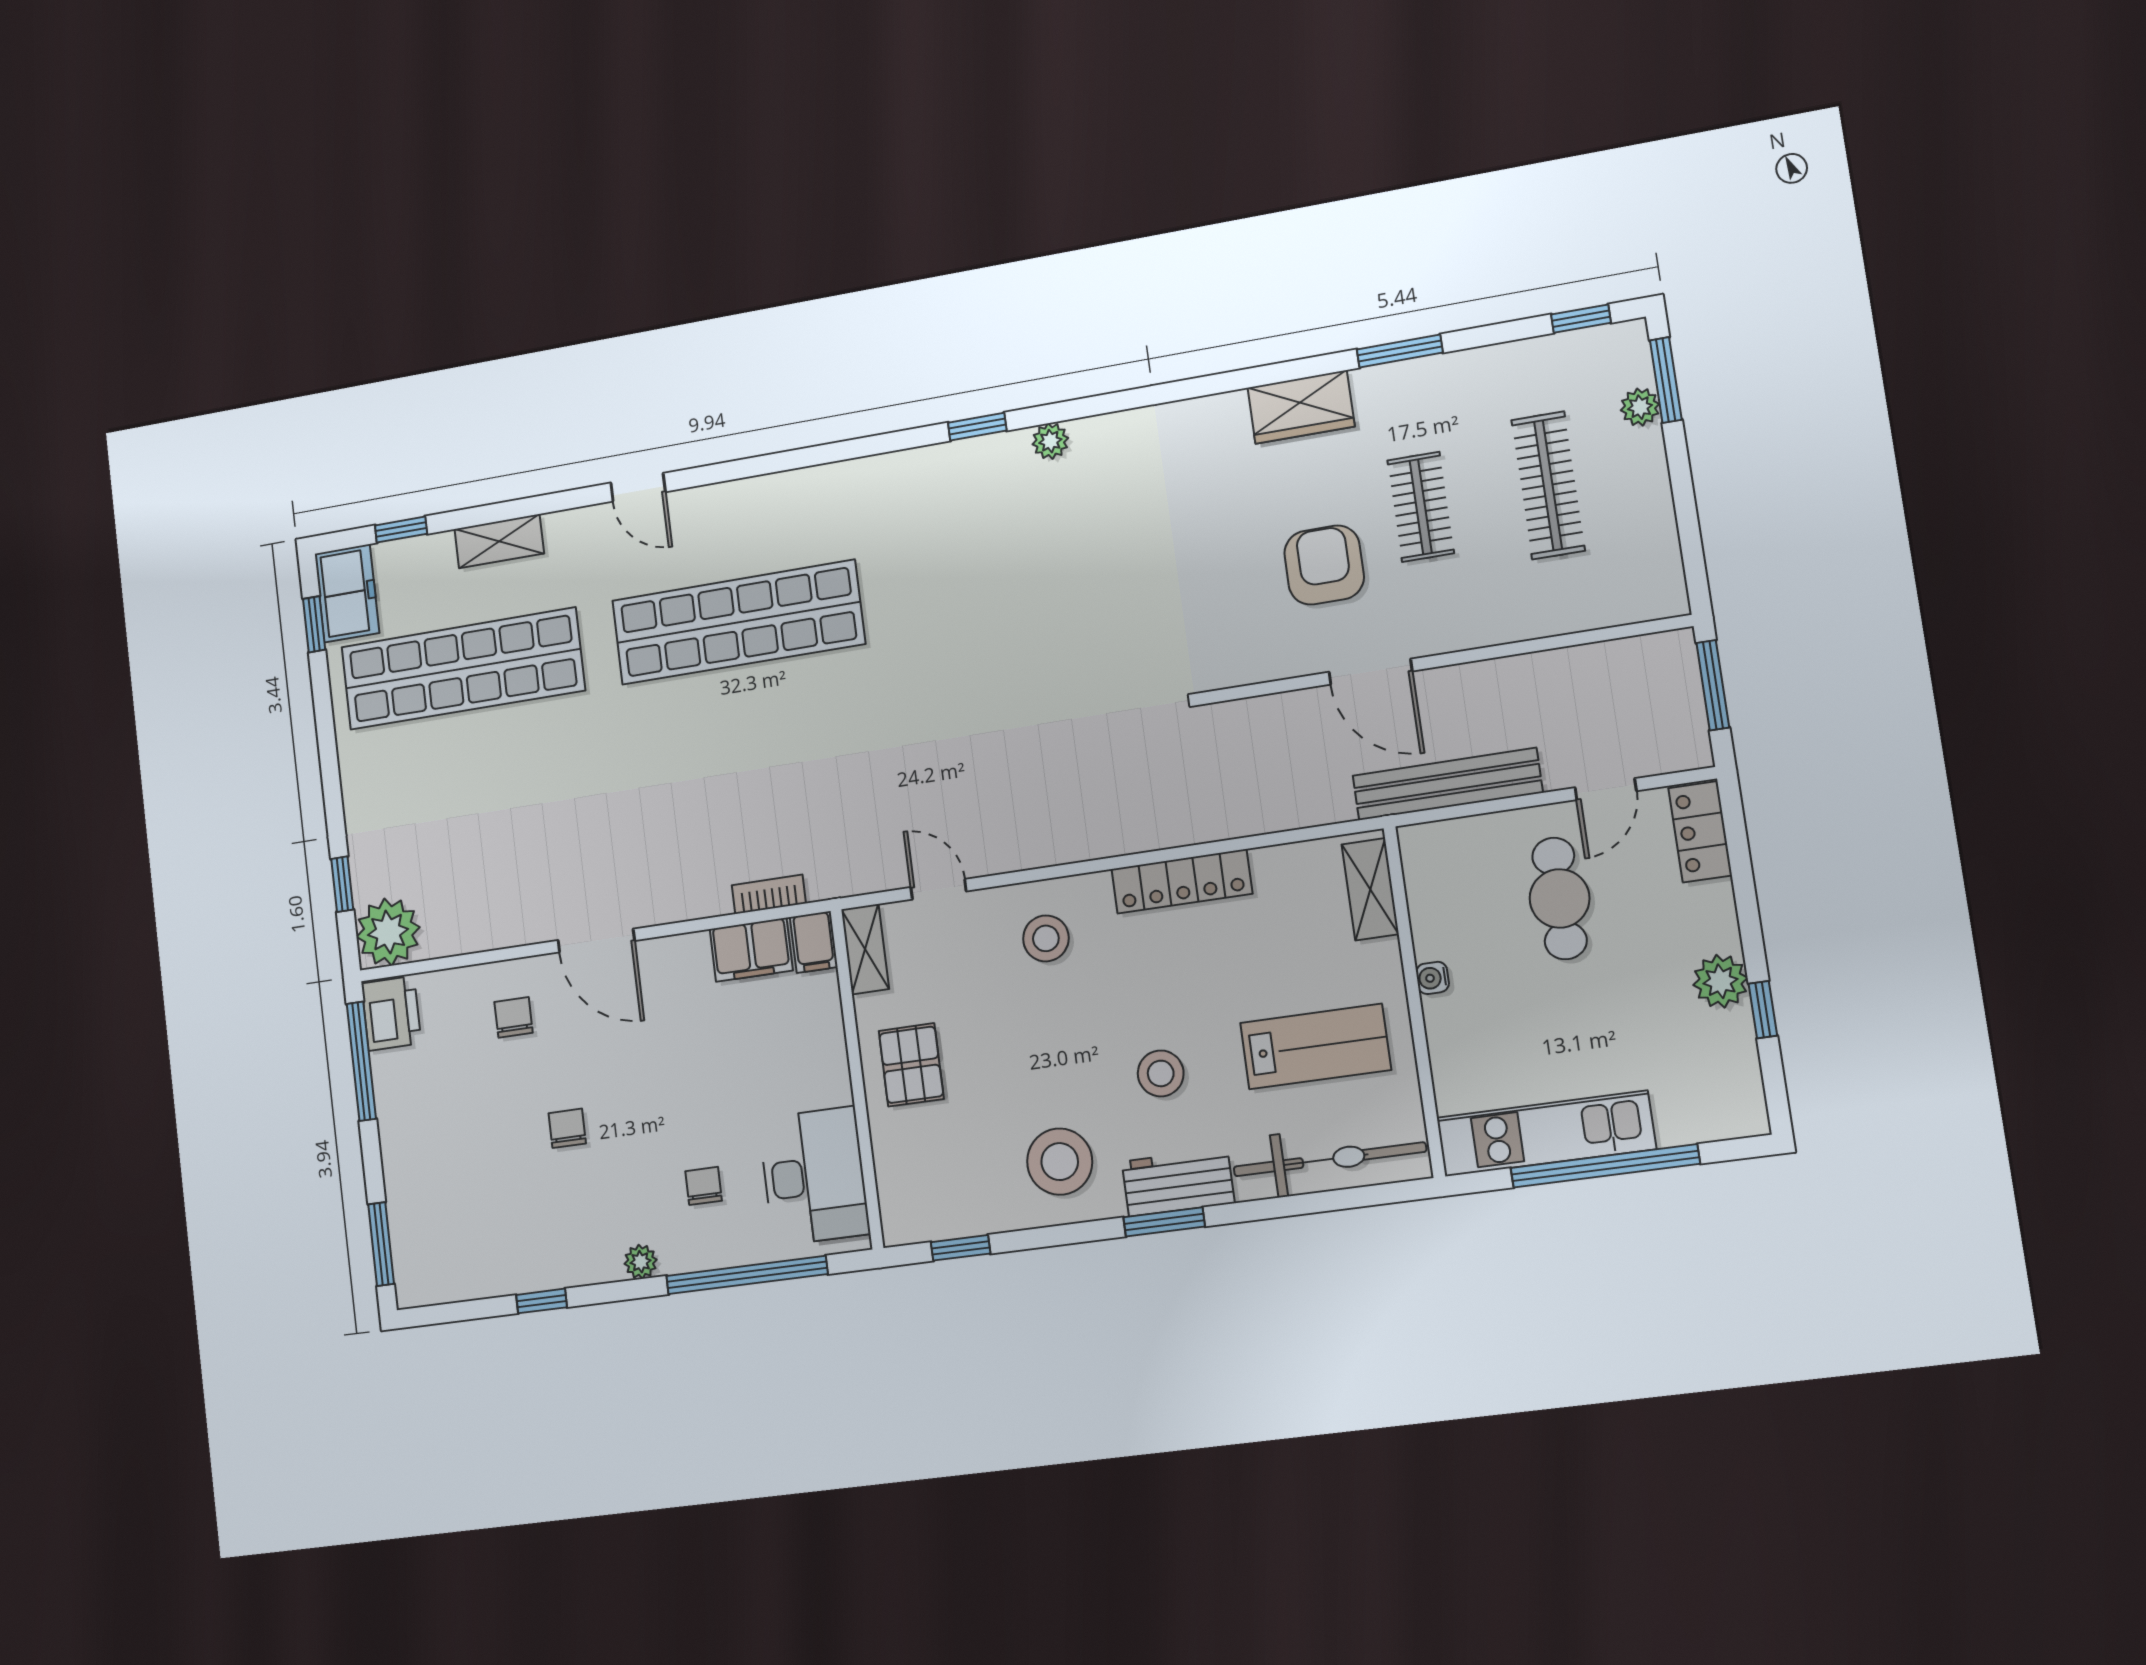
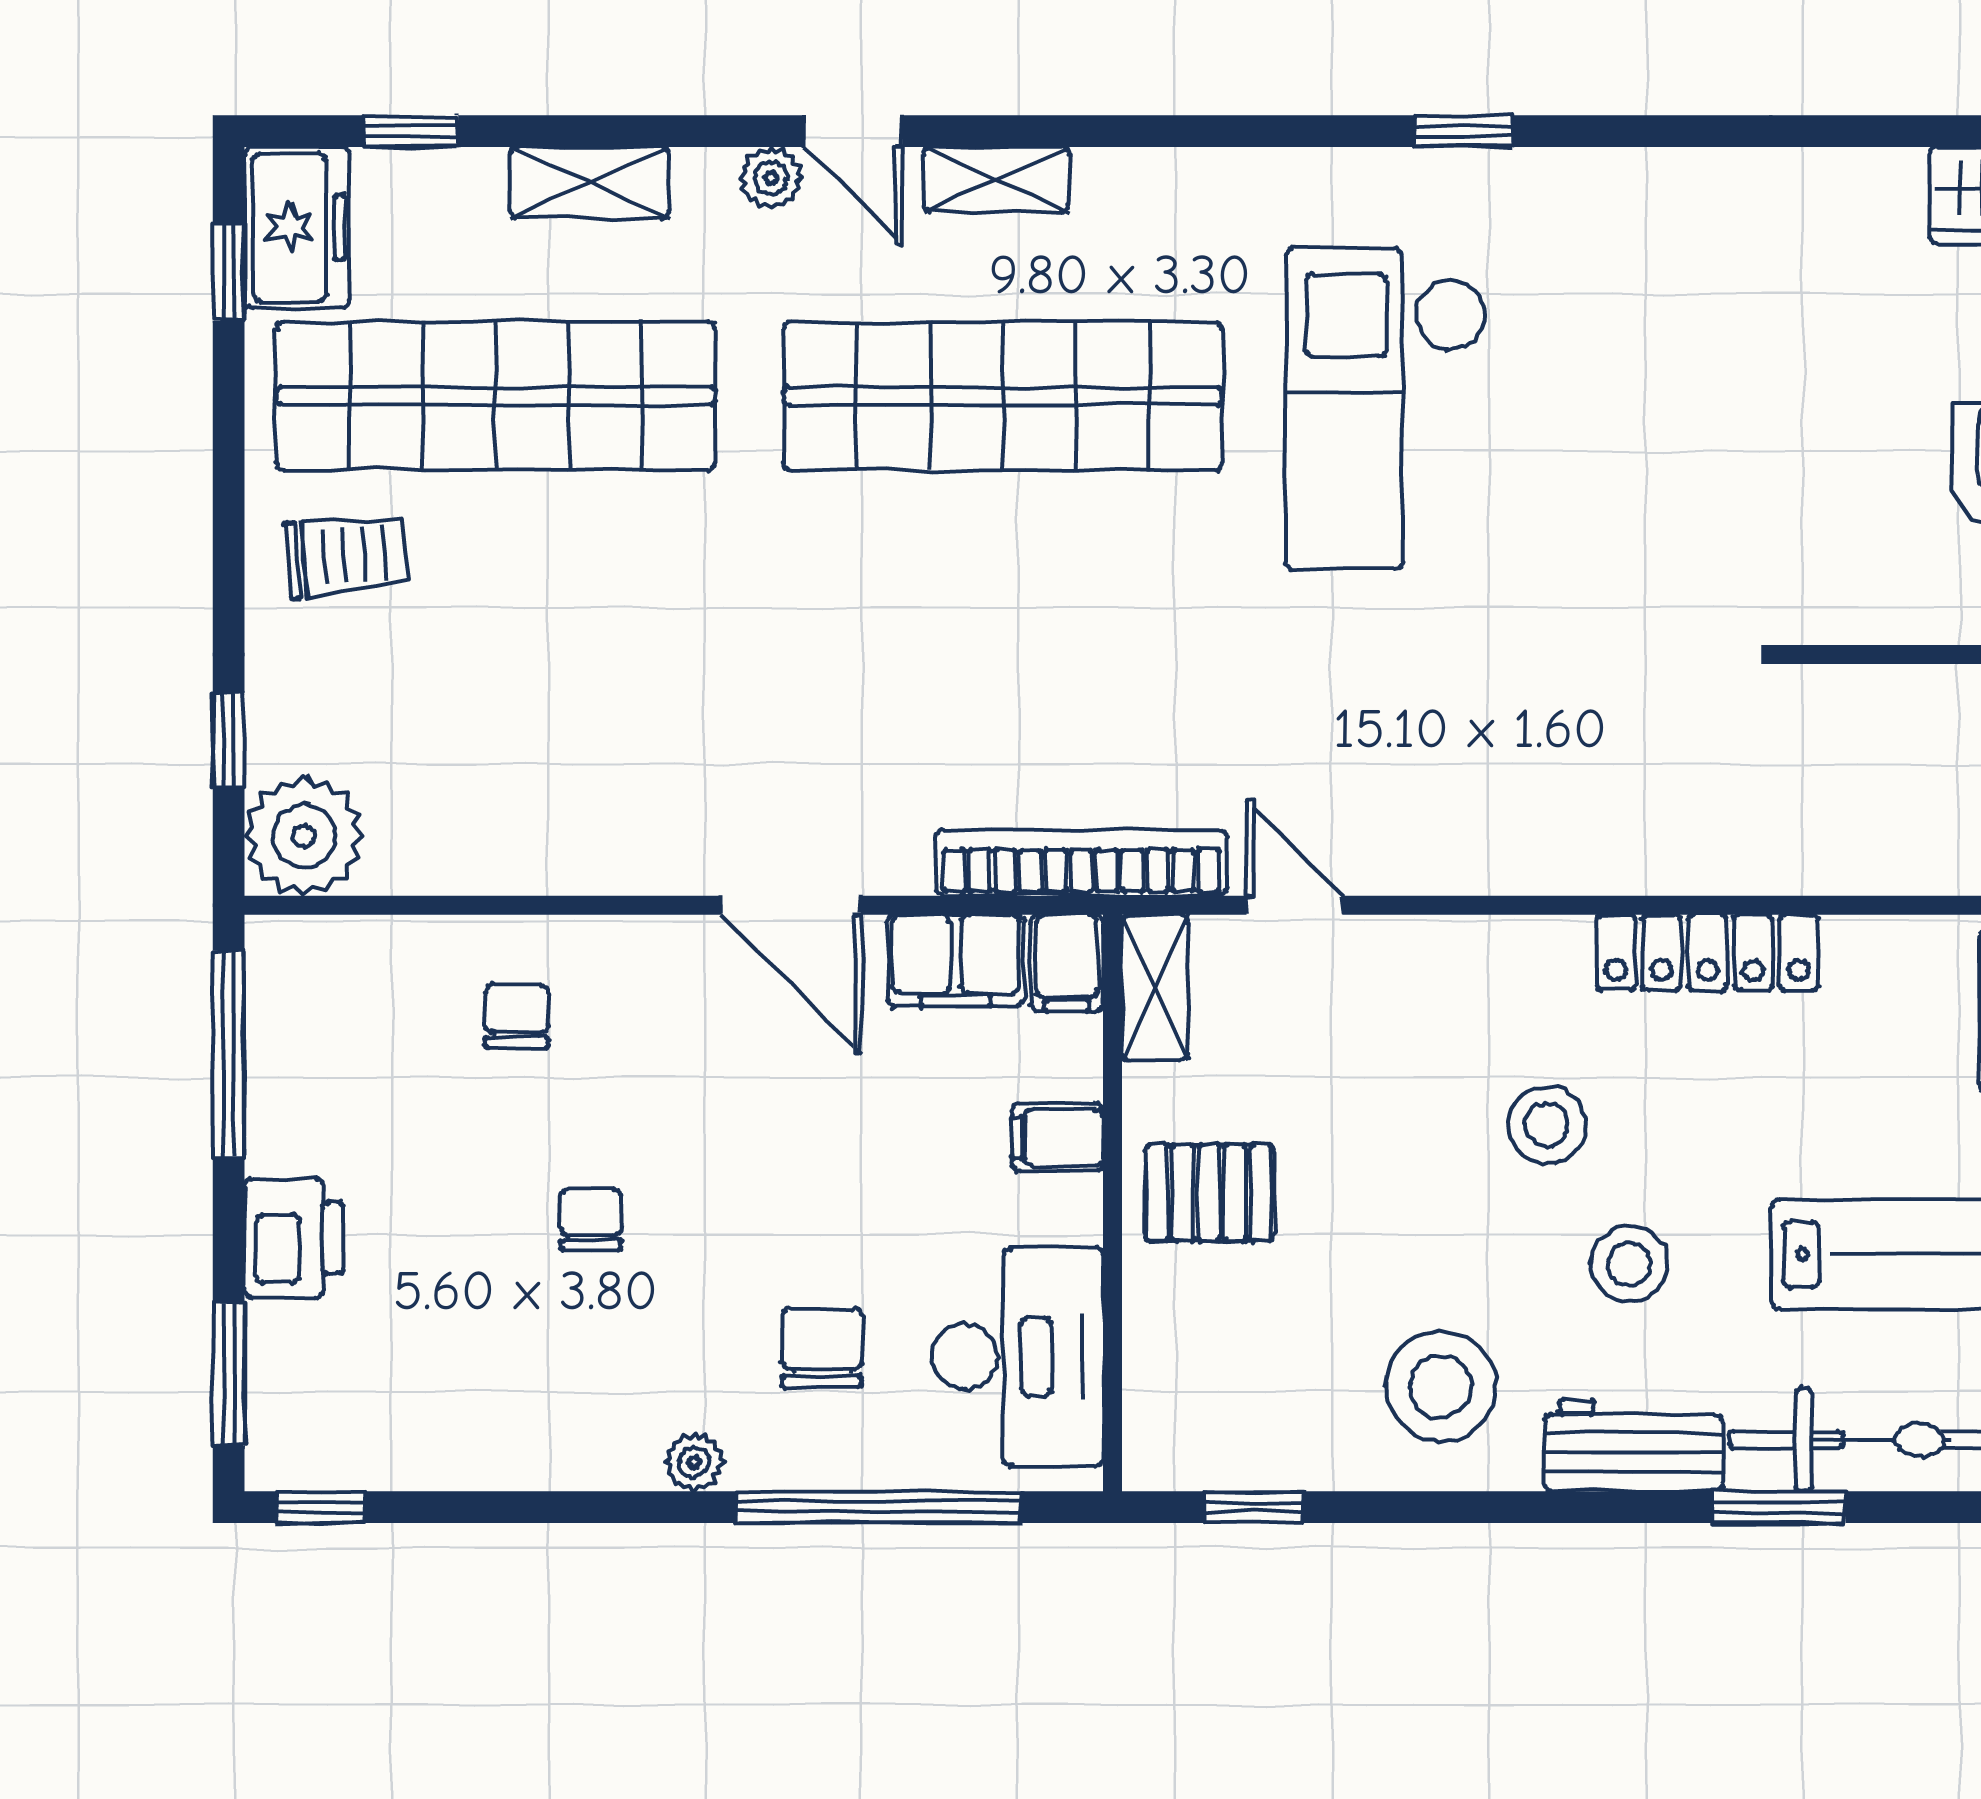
plant: (1050, 441) -> (771, 178), moved
shelving: (719, 501) -> (996, 180), added
checkout: (954, 593) -> (1386, 409), added
trolley: (393, 771) -> (346, 556), added
bookcase: (769, 894) -> (1081, 863), width x2.31, depth x1.31
stool: (1046, 938) -> (1547, 1125), moved
door: (596, 941) -> (791, 905), moved
printer: (391, 1013) -> (294, 1238), moved
filing cabinet: (821, 1044) -> (1058, 1137), added
pallet: (911, 1065) -> (1209, 1193), turned 90
chair: (704, 1186) -> (822, 1348), width x1.37, depth x1.37
window: (1164, 1222) -> (1778, 1507), moved
window: (542, 1301) -> (321, 1507), moved

